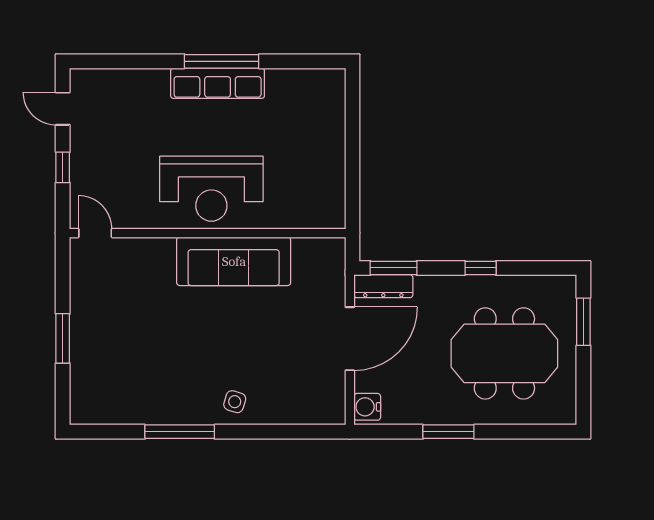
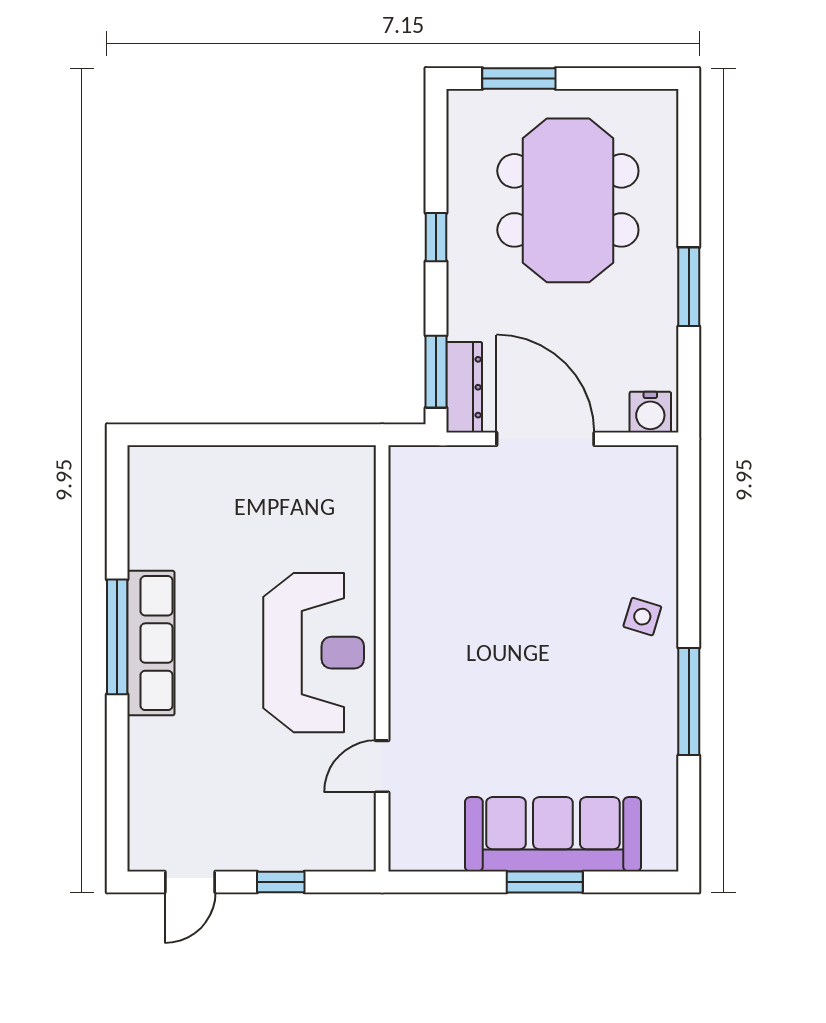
door: (95, 233) -> (382, 766), moved
sofa: (234, 261) -> (553, 834), moved, turned -90

